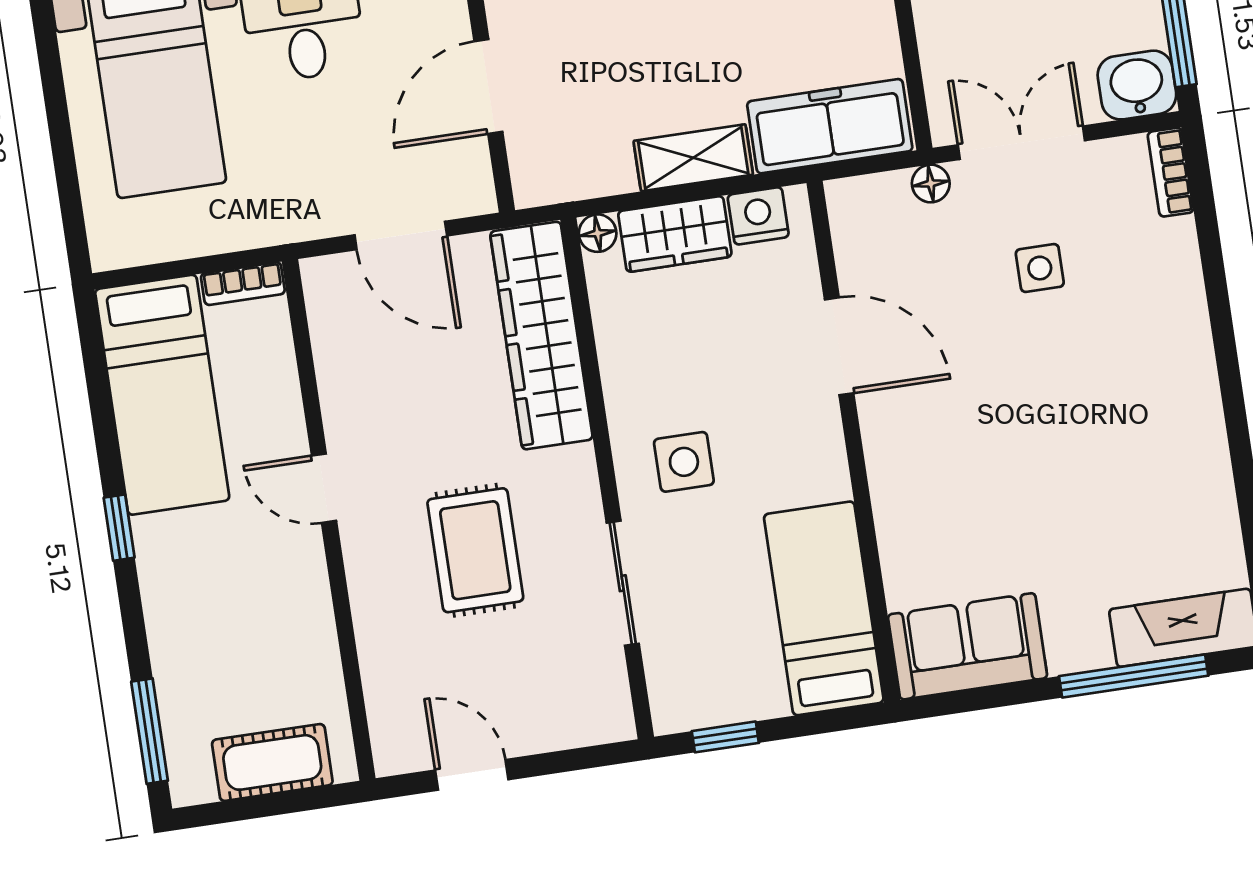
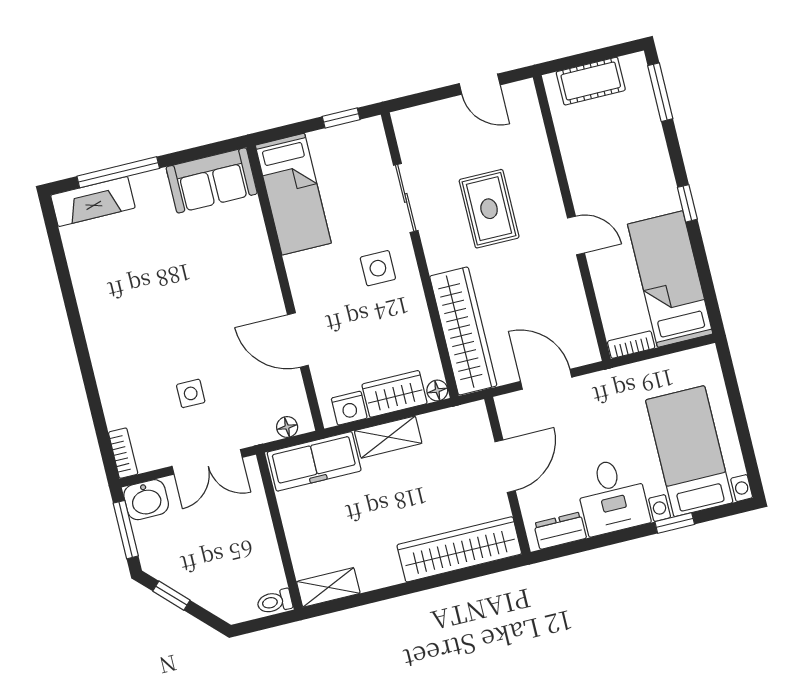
floor lamp: (931, 183) -> (287, 427), moved

